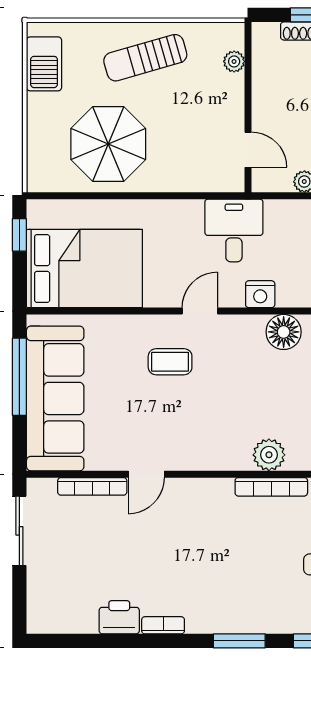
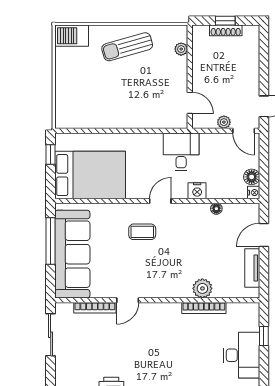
barbecue: (44, 64) -> (72, 36), moved, turned 90
parasol: (108, 144) -> (105, 99), removed
floor lamp: (284, 332) -> (216, 209), width x0.53, depth x0.53

